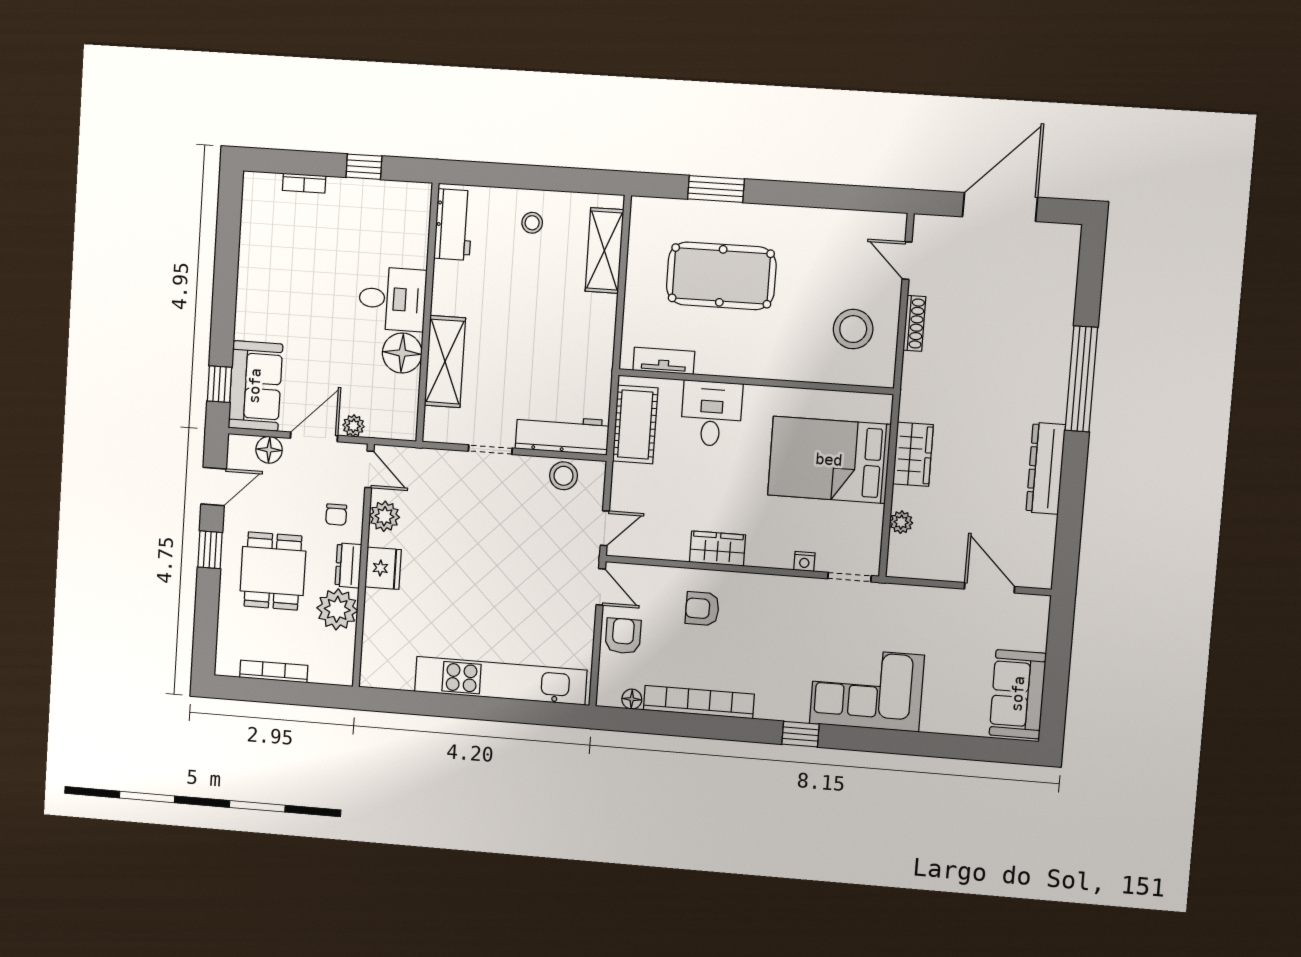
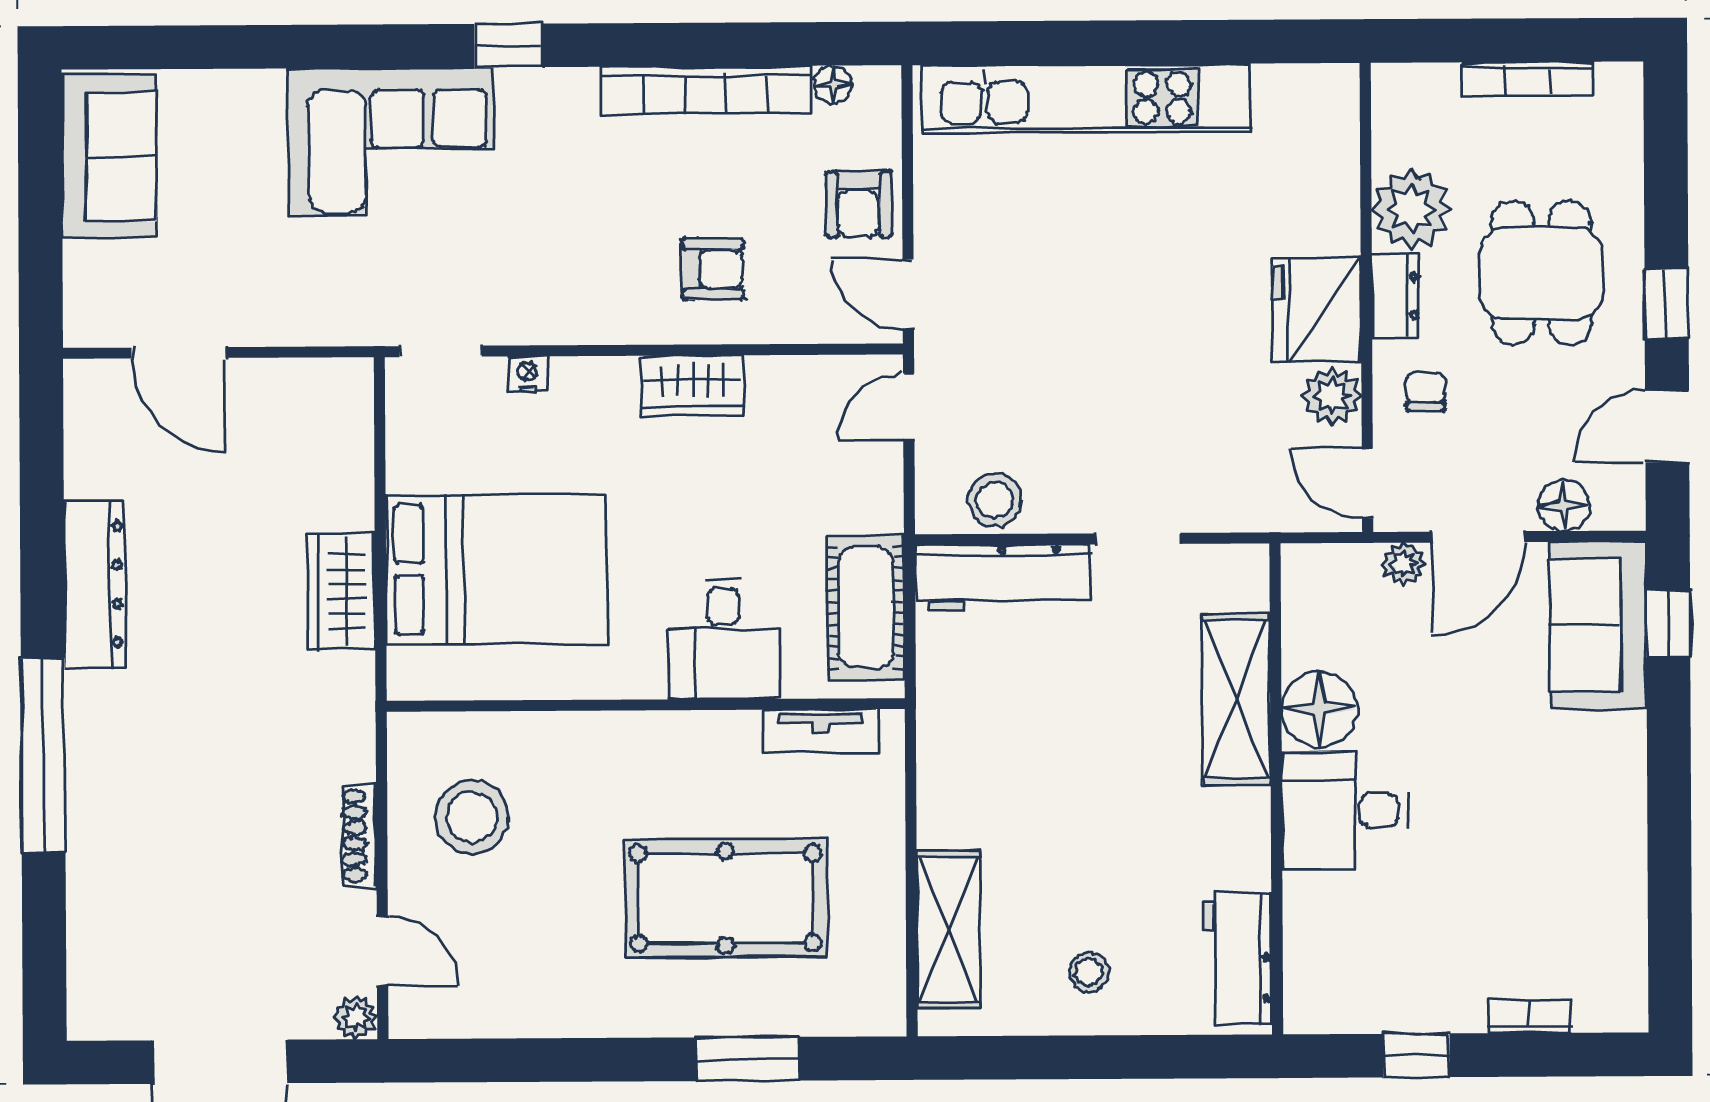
plant: (901, 522) -> (356, 1018), moved
fridge: (383, 568) -> (1317, 310), width x1.36, depth x1.34

